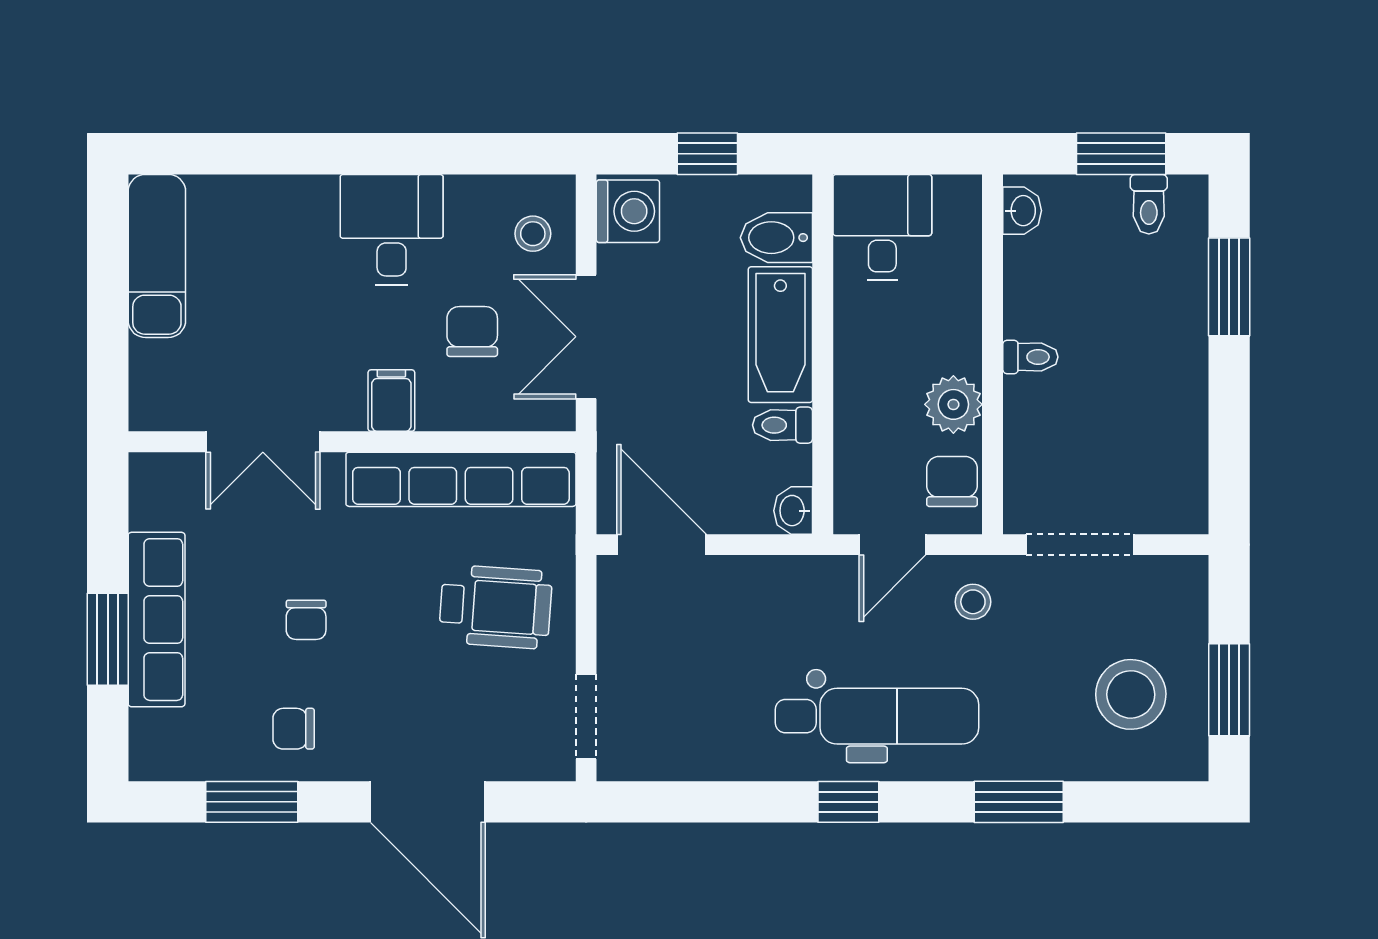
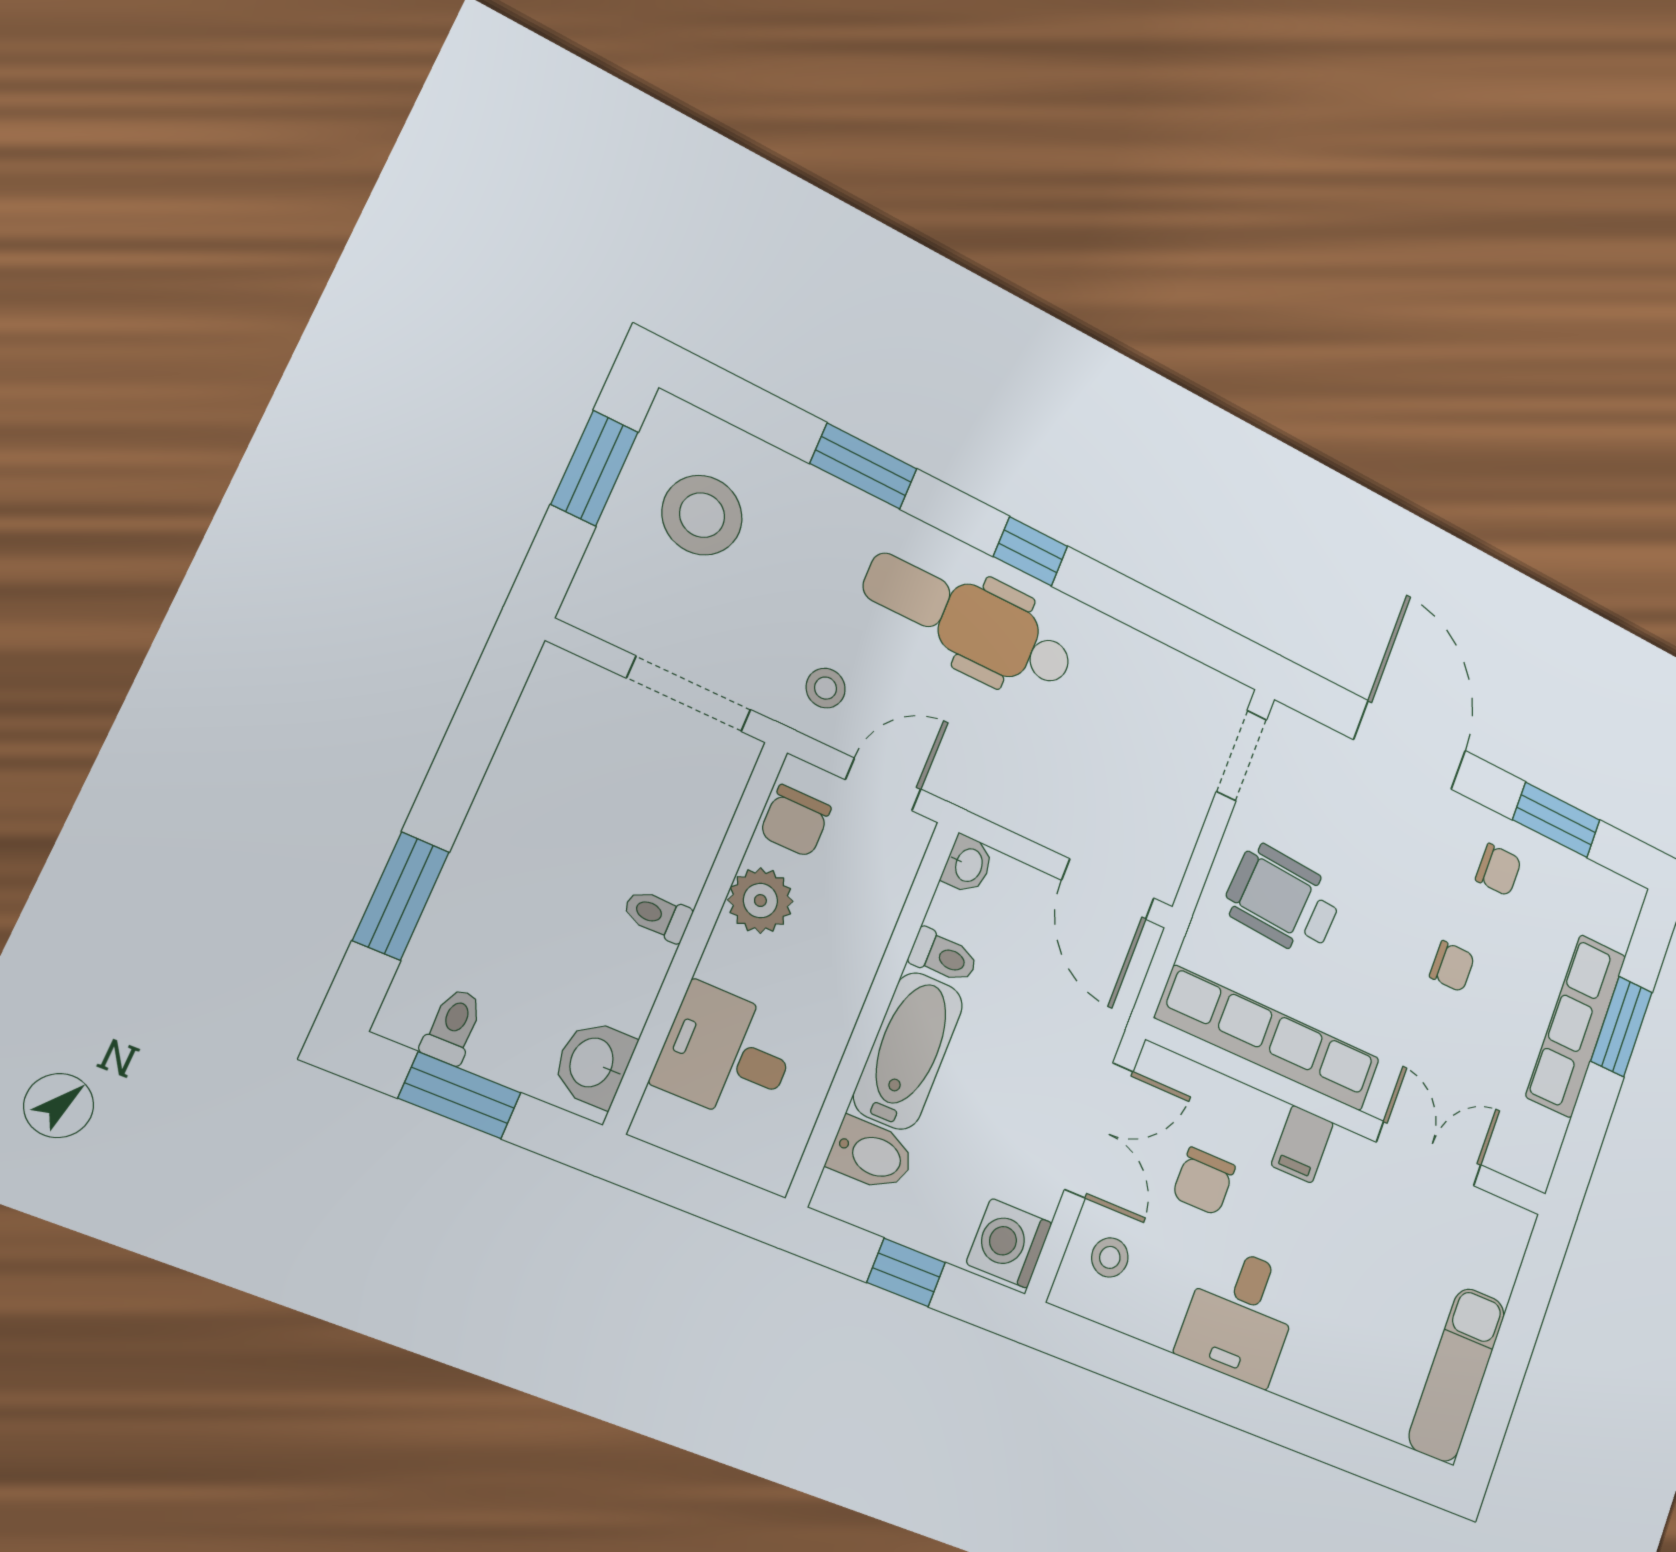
washbasin: (1022, 211) -> (593, 1063), width x1.38, depth x1.45
desk: (882, 227) -> (727, 1054), moved, turned 90
chair: (306, 620) -> (1452, 966), turned 90

